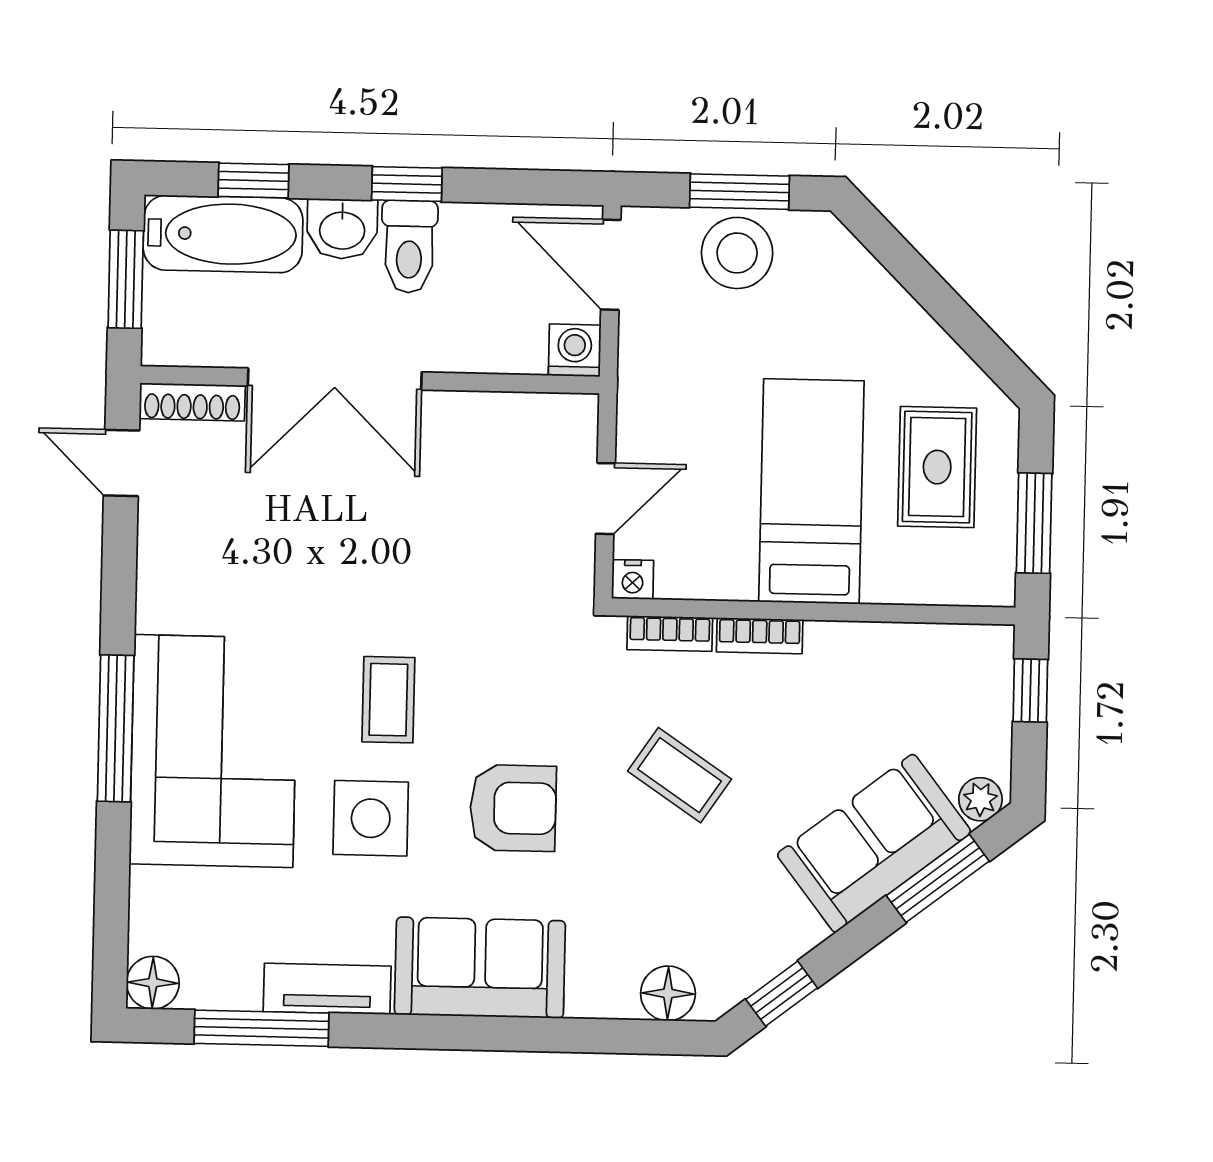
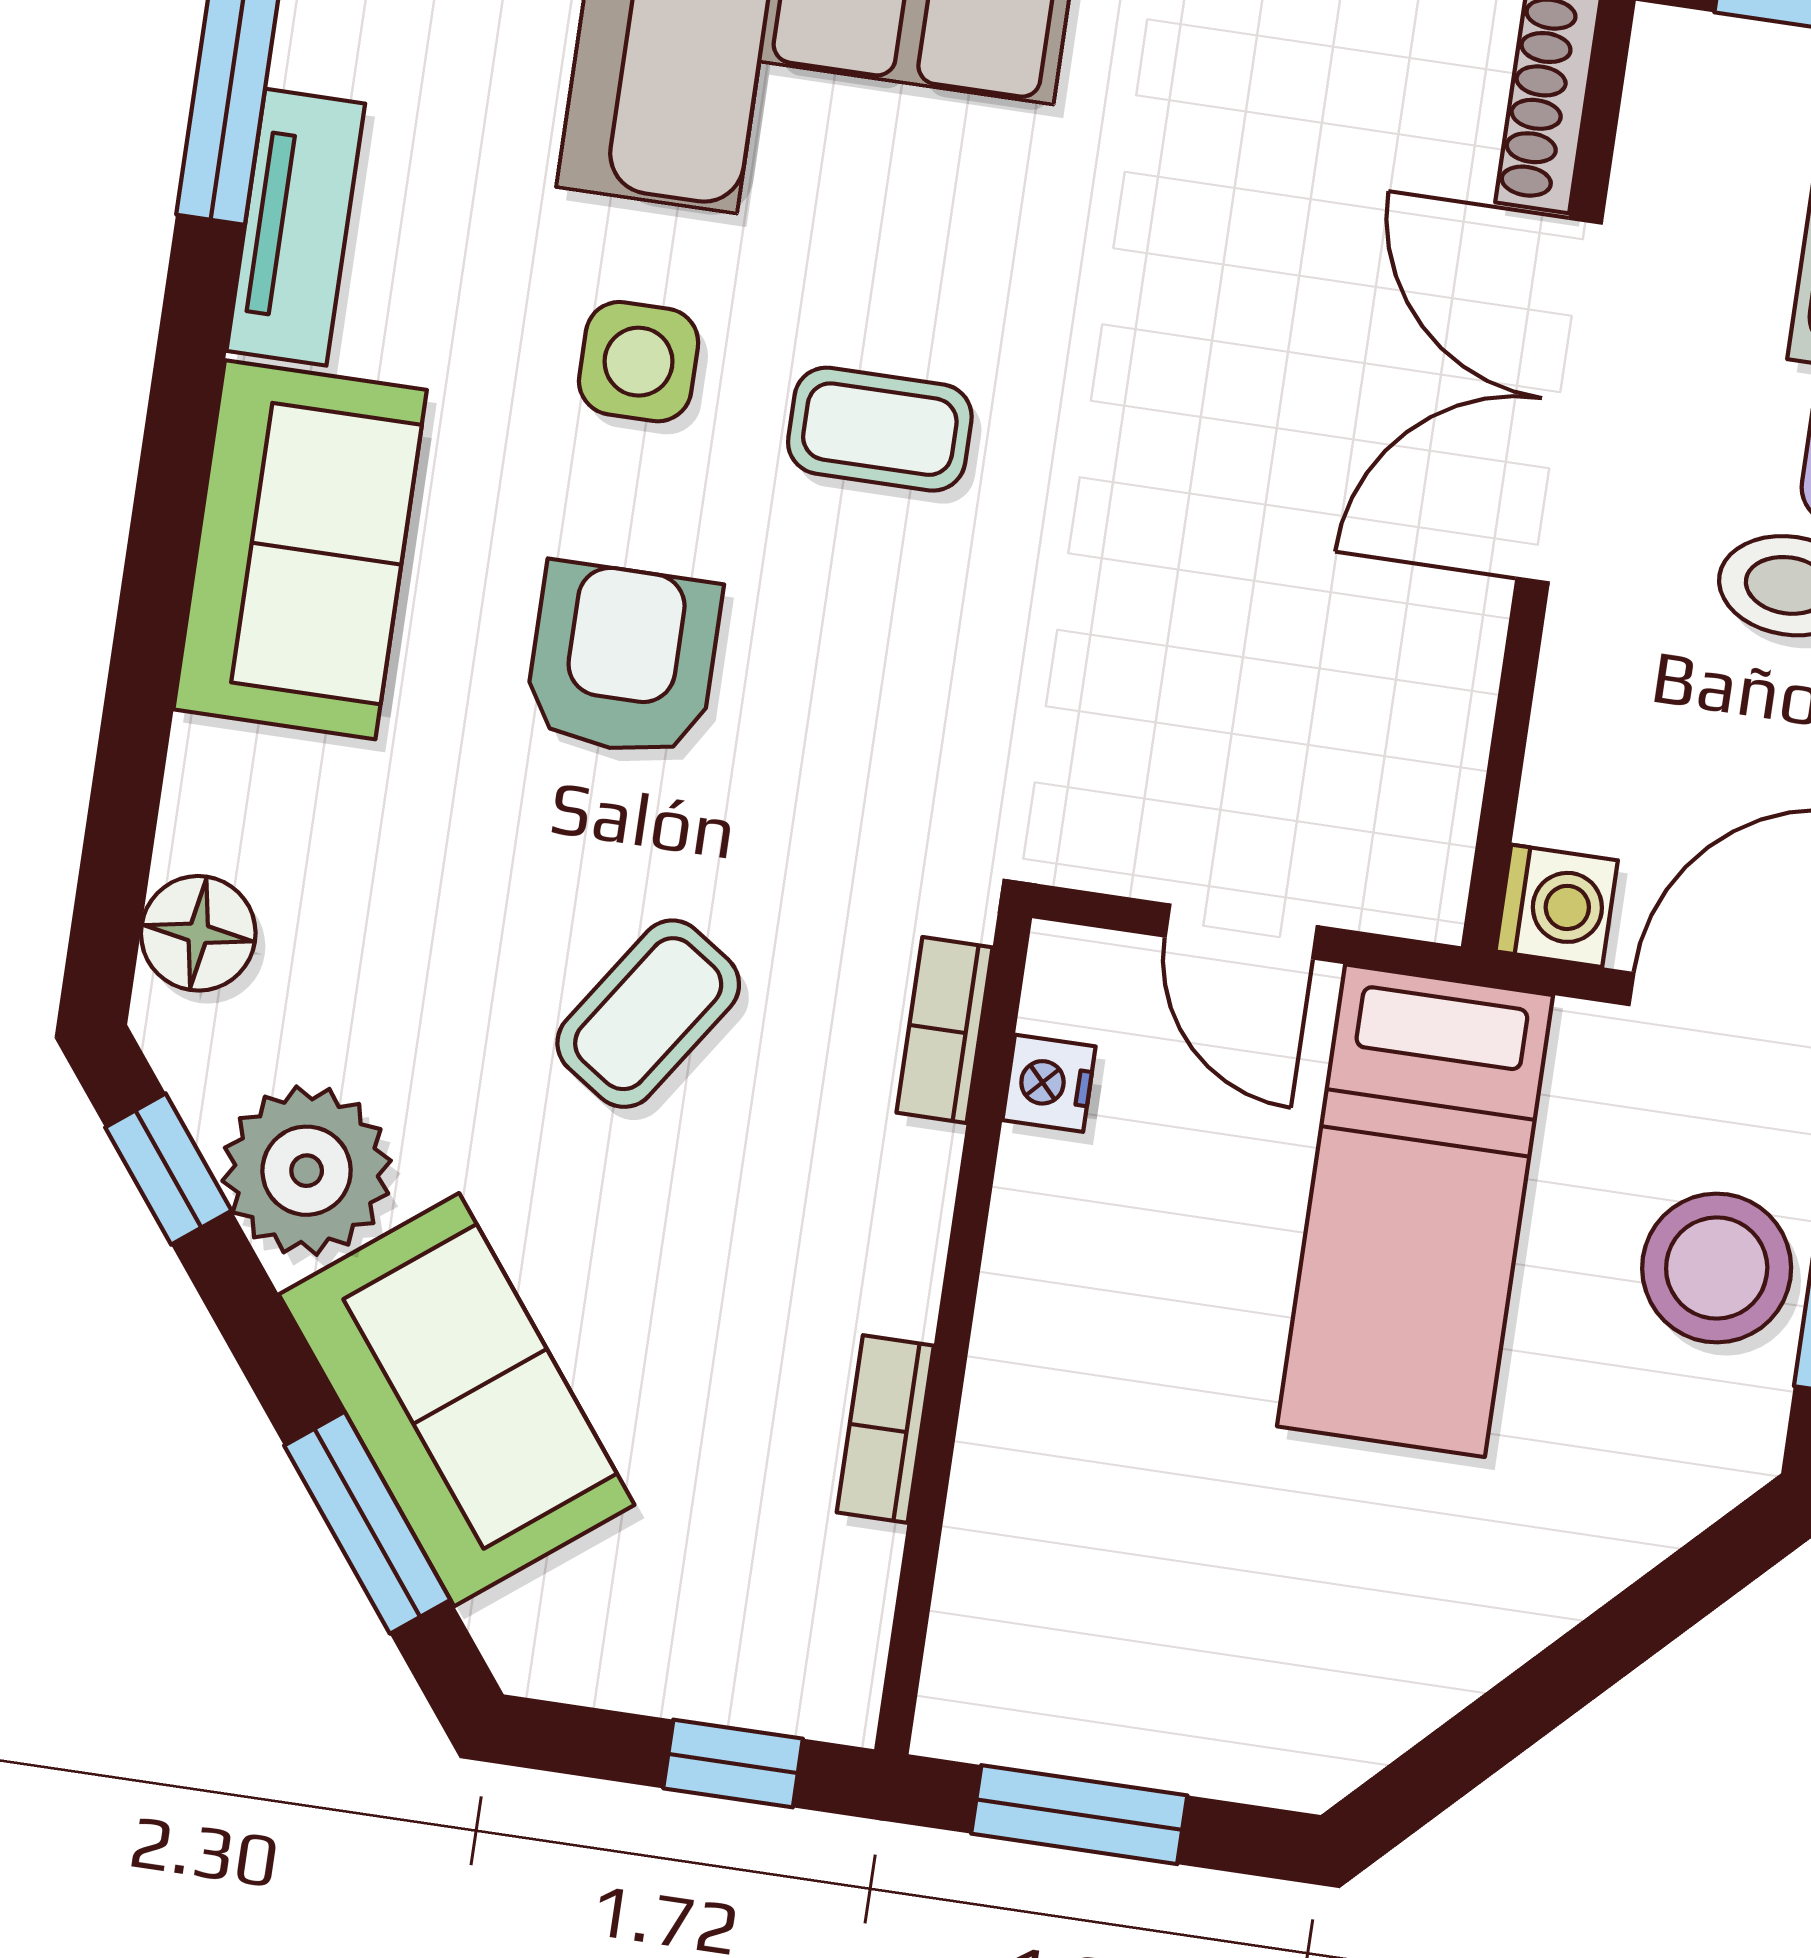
rug: (937, 467) -> (1221, 1628), removed
bed: (811, 491) -> (1415, 1211), moved, turned 90
nightstand: (633, 580) -> (1049, 1083), moved
bookcase: (760, 636) -> (885, 1429), moved
plant: (980, 799) -> (307, 1171), moved, width x1.88, depth x1.88
armchair: (513, 808) -> (623, 660), turned 180
side table: (371, 818) -> (639, 362), width x0.73, depth x0.73

